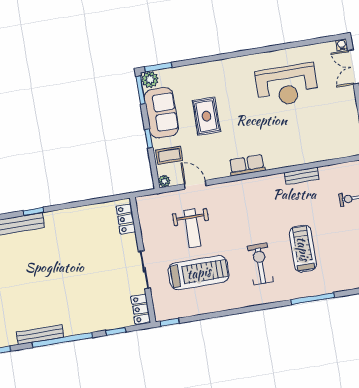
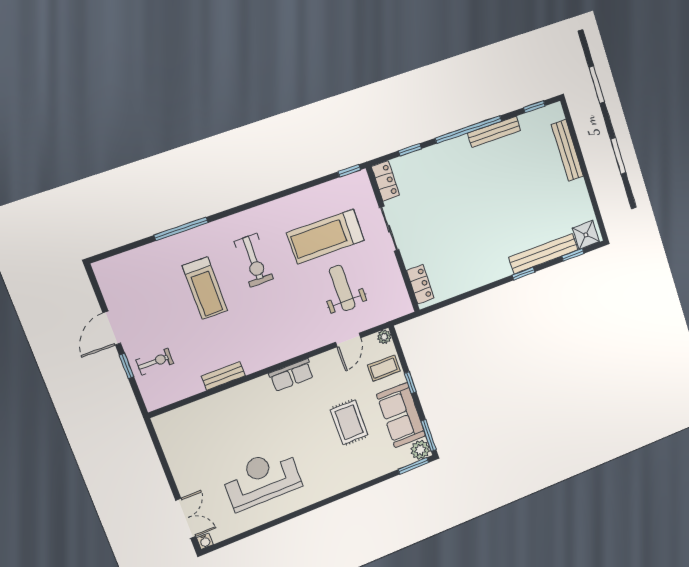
door: (195, 185) -> (348, 340), hinge flipped

